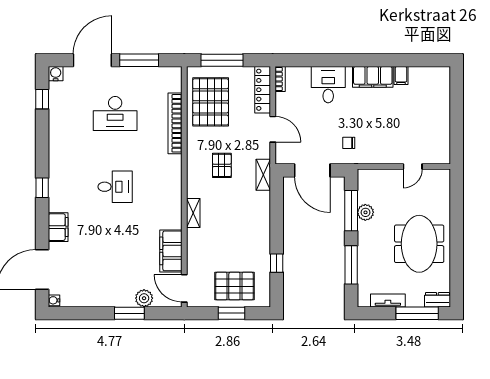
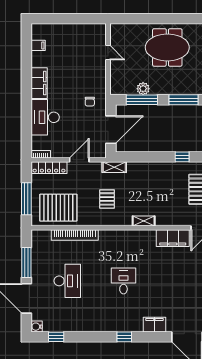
filing cabinet: (401, 76) -> (38, 45), moved
desk: (328, 85) -> (45, 117), width x1.37
pallet: (222, 165) -> (107, 199), turned 90

